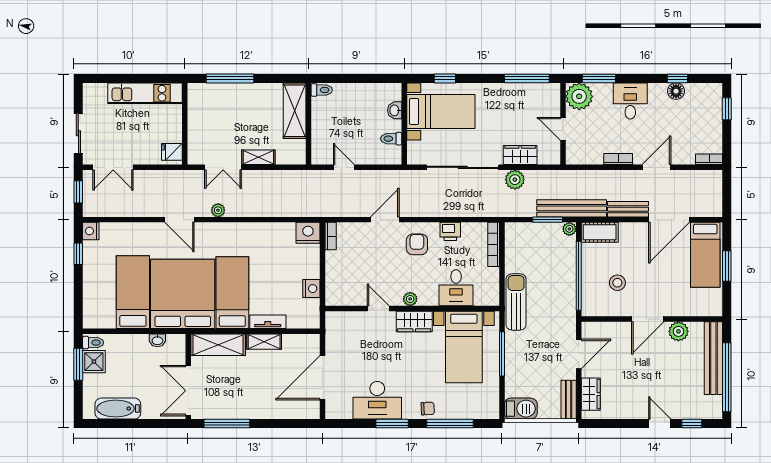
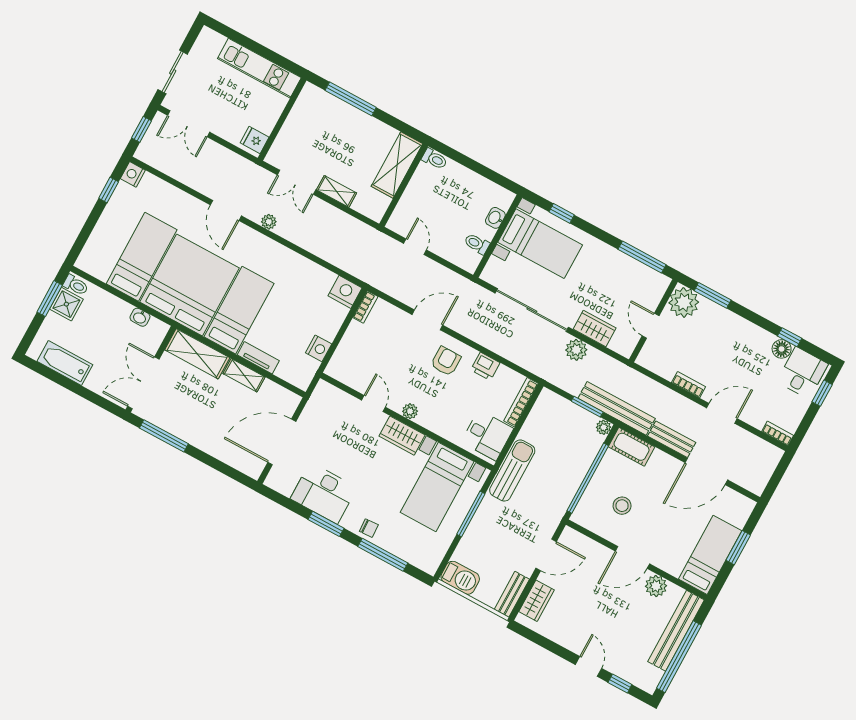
desk: (630, 101) -> (802, 373), moved
bed: (705, 255) -> (710, 555), moved, turned 180
desk: (456, 288) -> (487, 435), moved, turned -90

